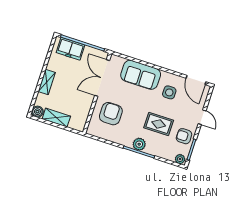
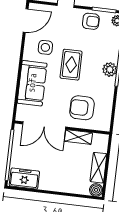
freezer: (70, 49) -> (24, 179), moved, turned -90
shelving: (47, 82) -> (78, 137), moved
rug: (159, 124) -> (71, 65), moved
armchair: (184, 136) -> (91, 21), turned -90

